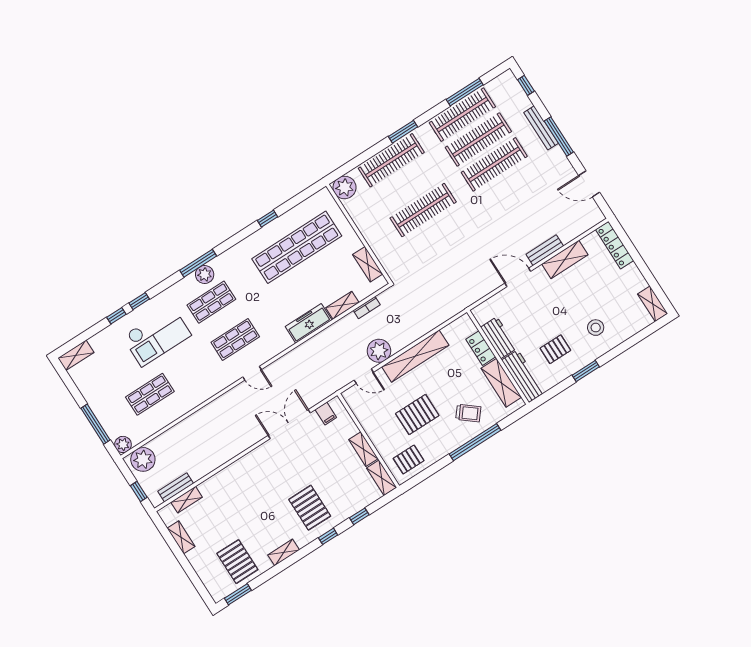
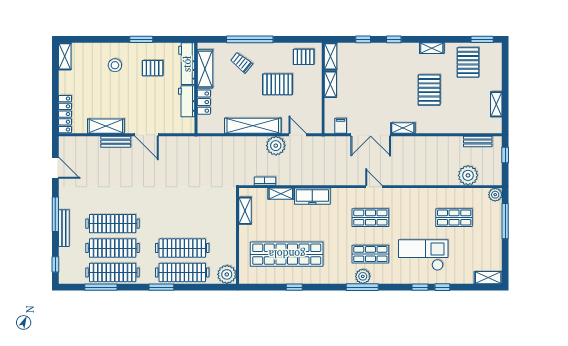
clothes rail: (423, 210) -> (182, 248), moved
plant: (143, 459) -> (468, 175), moved
shelving: (187, 500) -> (403, 128), moved
pallet: (310, 508) -> (429, 90), moved

